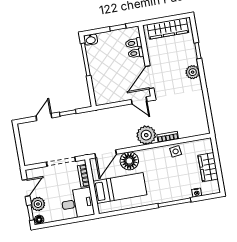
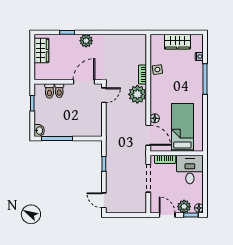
wardrobe: (168, 28) -> (41, 51), width x0.67
door: (150, 77) -> (84, 82), swing flipped
door: (44, 117) -> (104, 200), moved
floor lamp: (129, 161) -> (155, 118), width x0.53, depth x0.53

